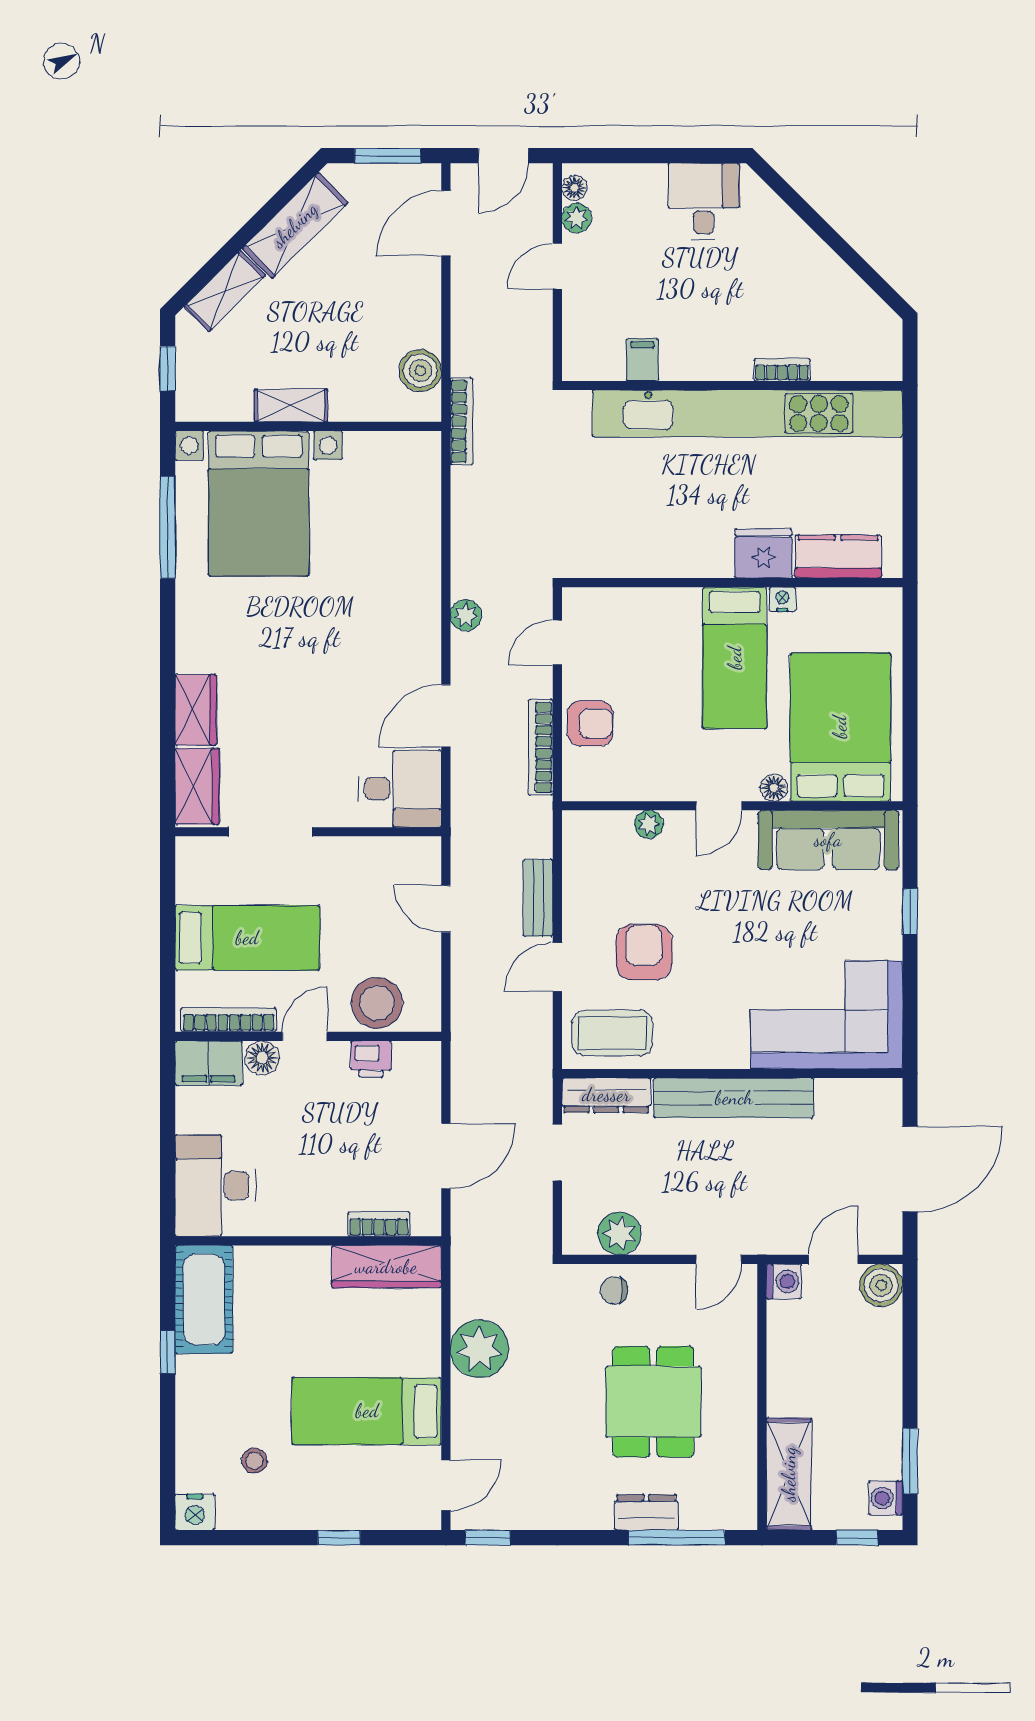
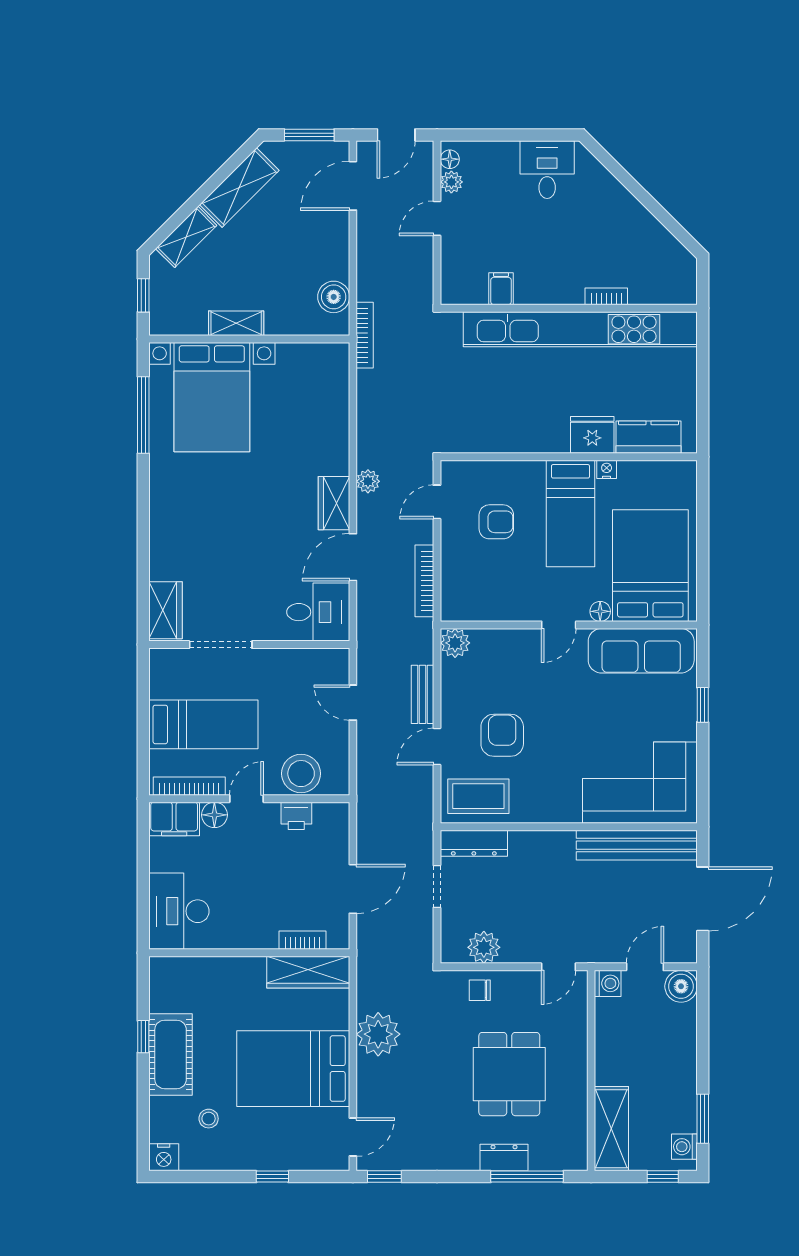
wardrobe: (196, 710) -> (334, 503), moved, turned 180
armchair: (590, 723) -> (496, 522), moved
plant: (649, 824) -> (455, 643), moved, width x1.38, depth x1.38
bench: (734, 1098) -> (637, 845), moved
cot: (204, 1299) -> (171, 1054), moved
bed: (367, 1411) -> (293, 1069), width x1.50

